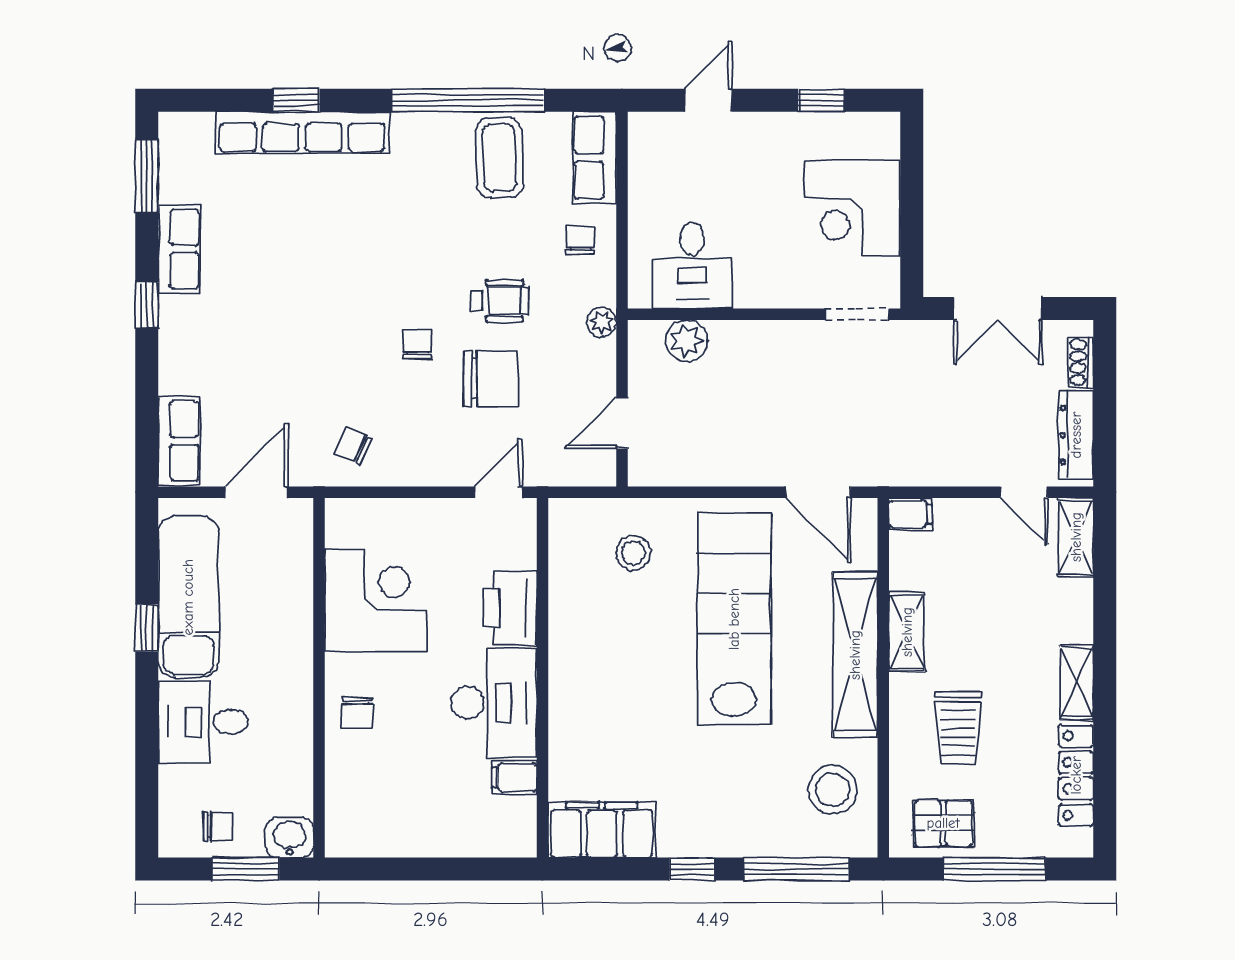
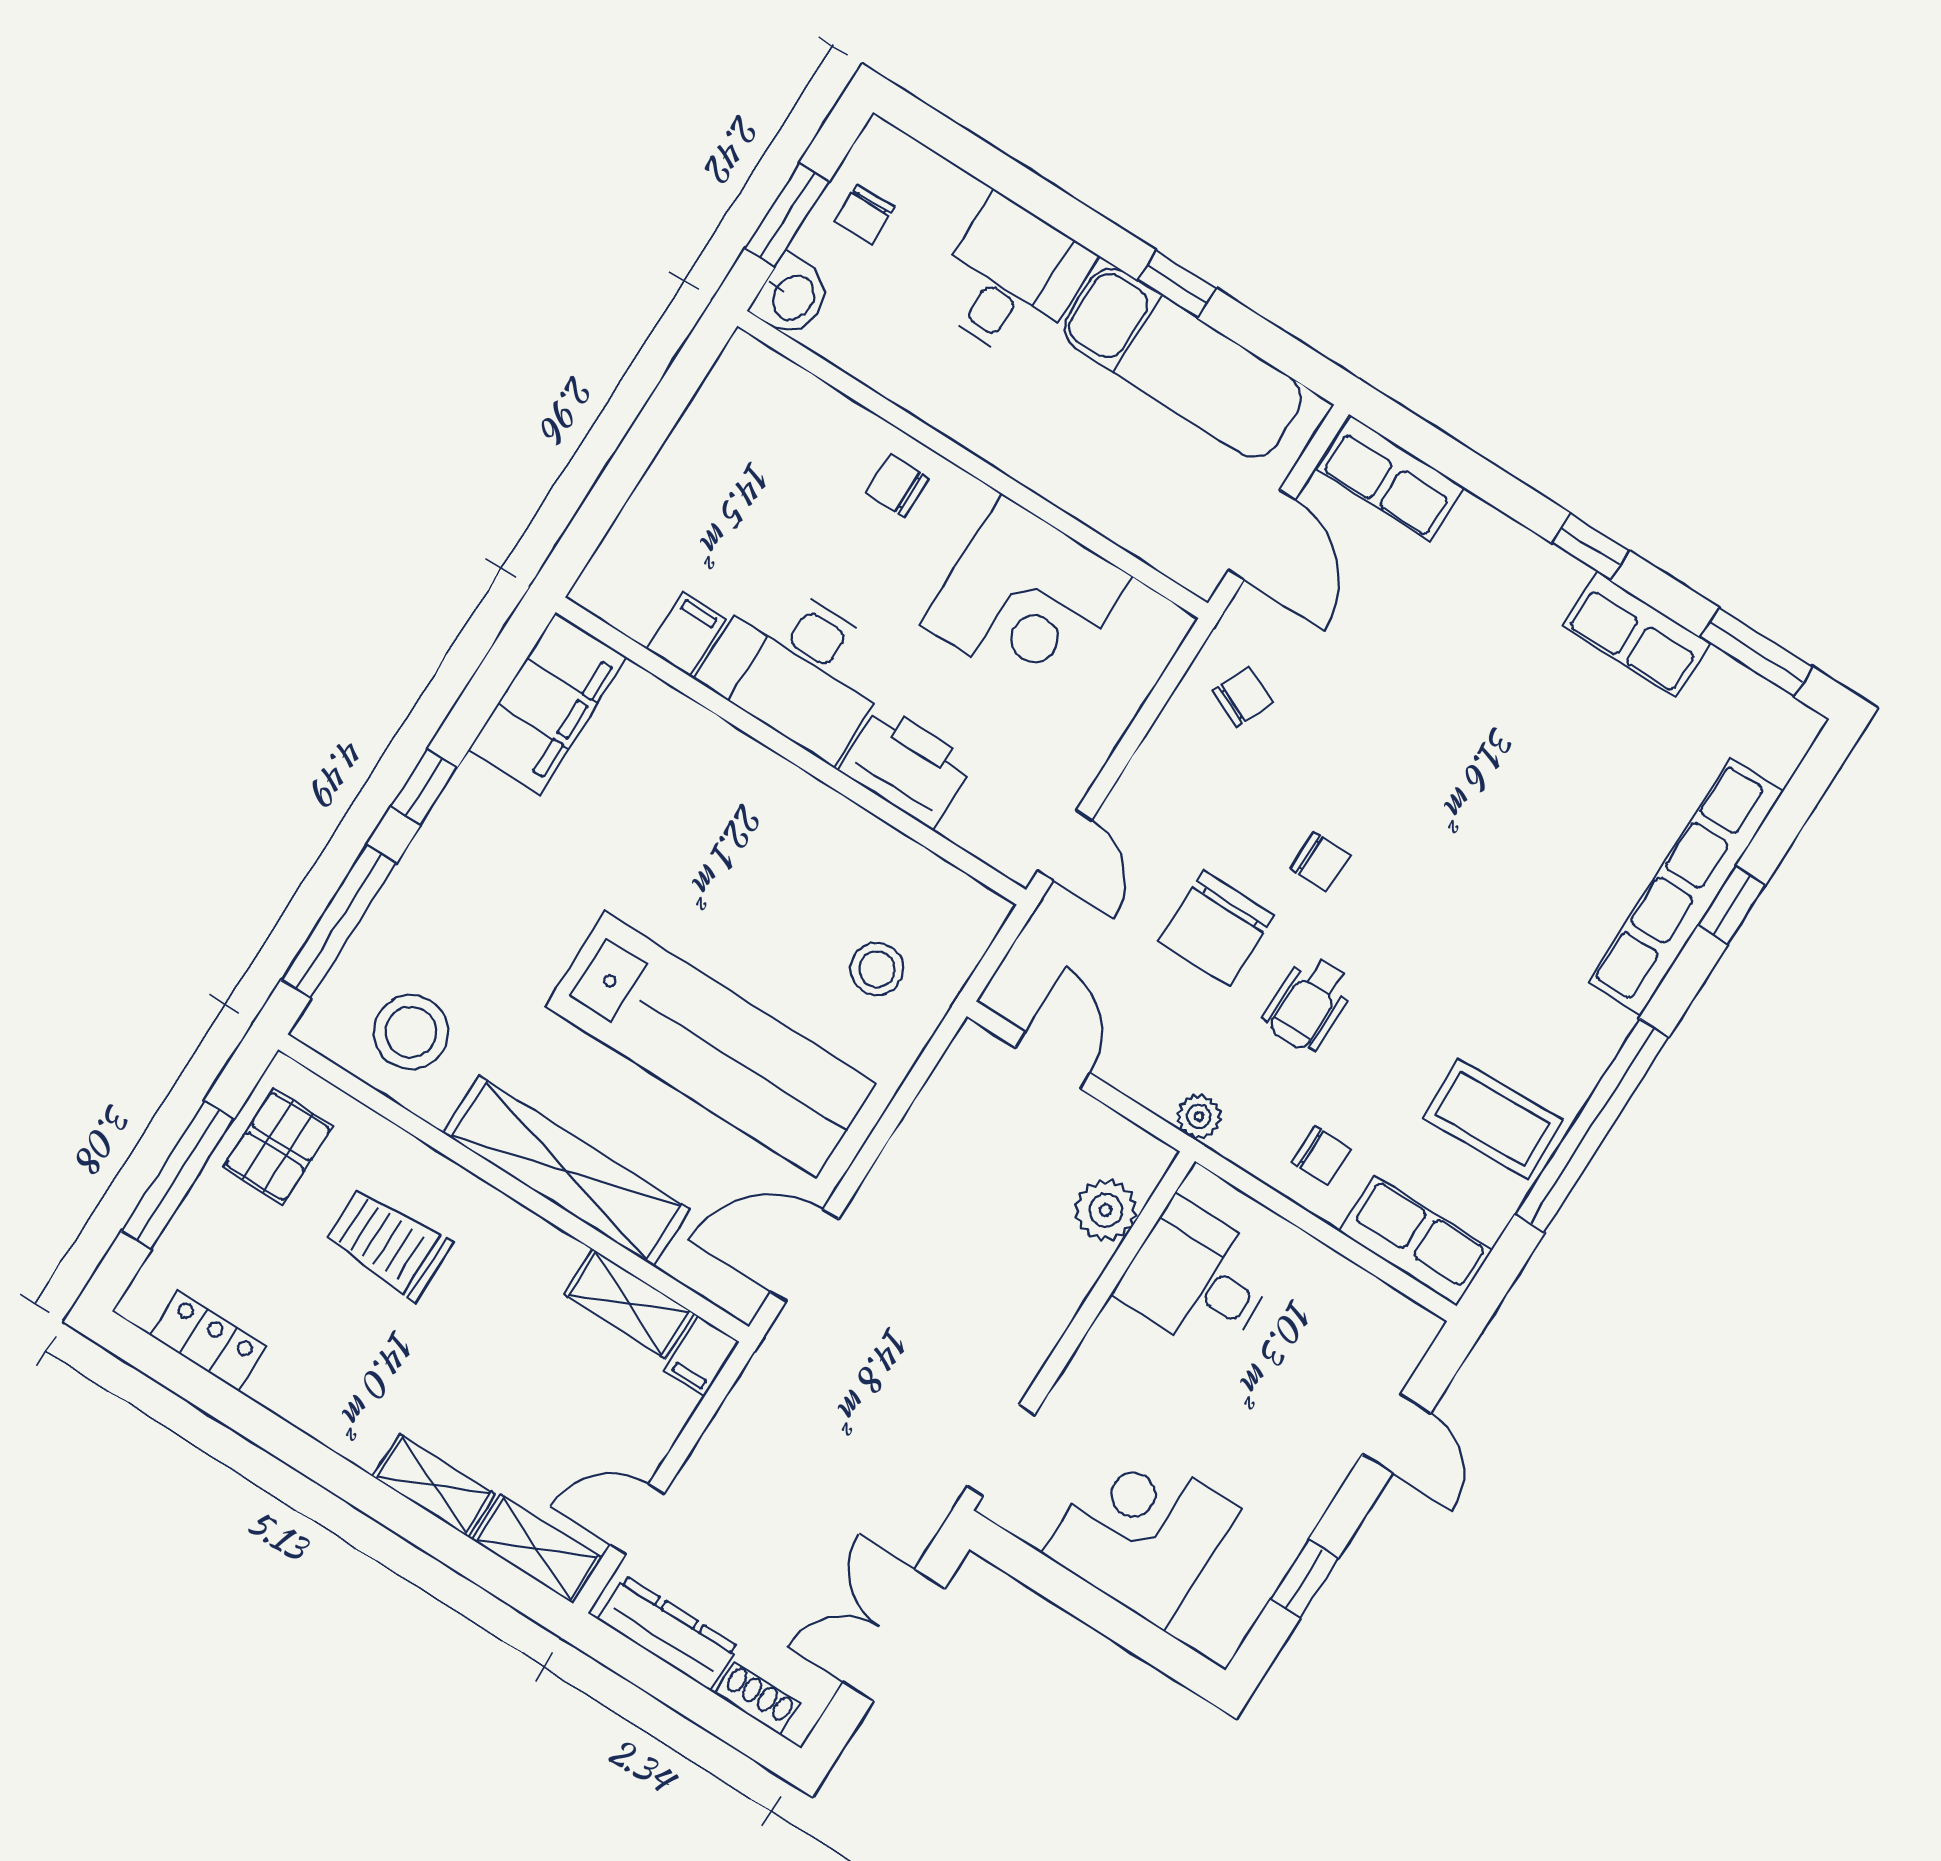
shelving: (907, 632) -> (629, 1304), moved
shelving: (1077, 682) -> (434, 1485), moved
locker: (1076, 775) -> (208, 1341), width x0.66

